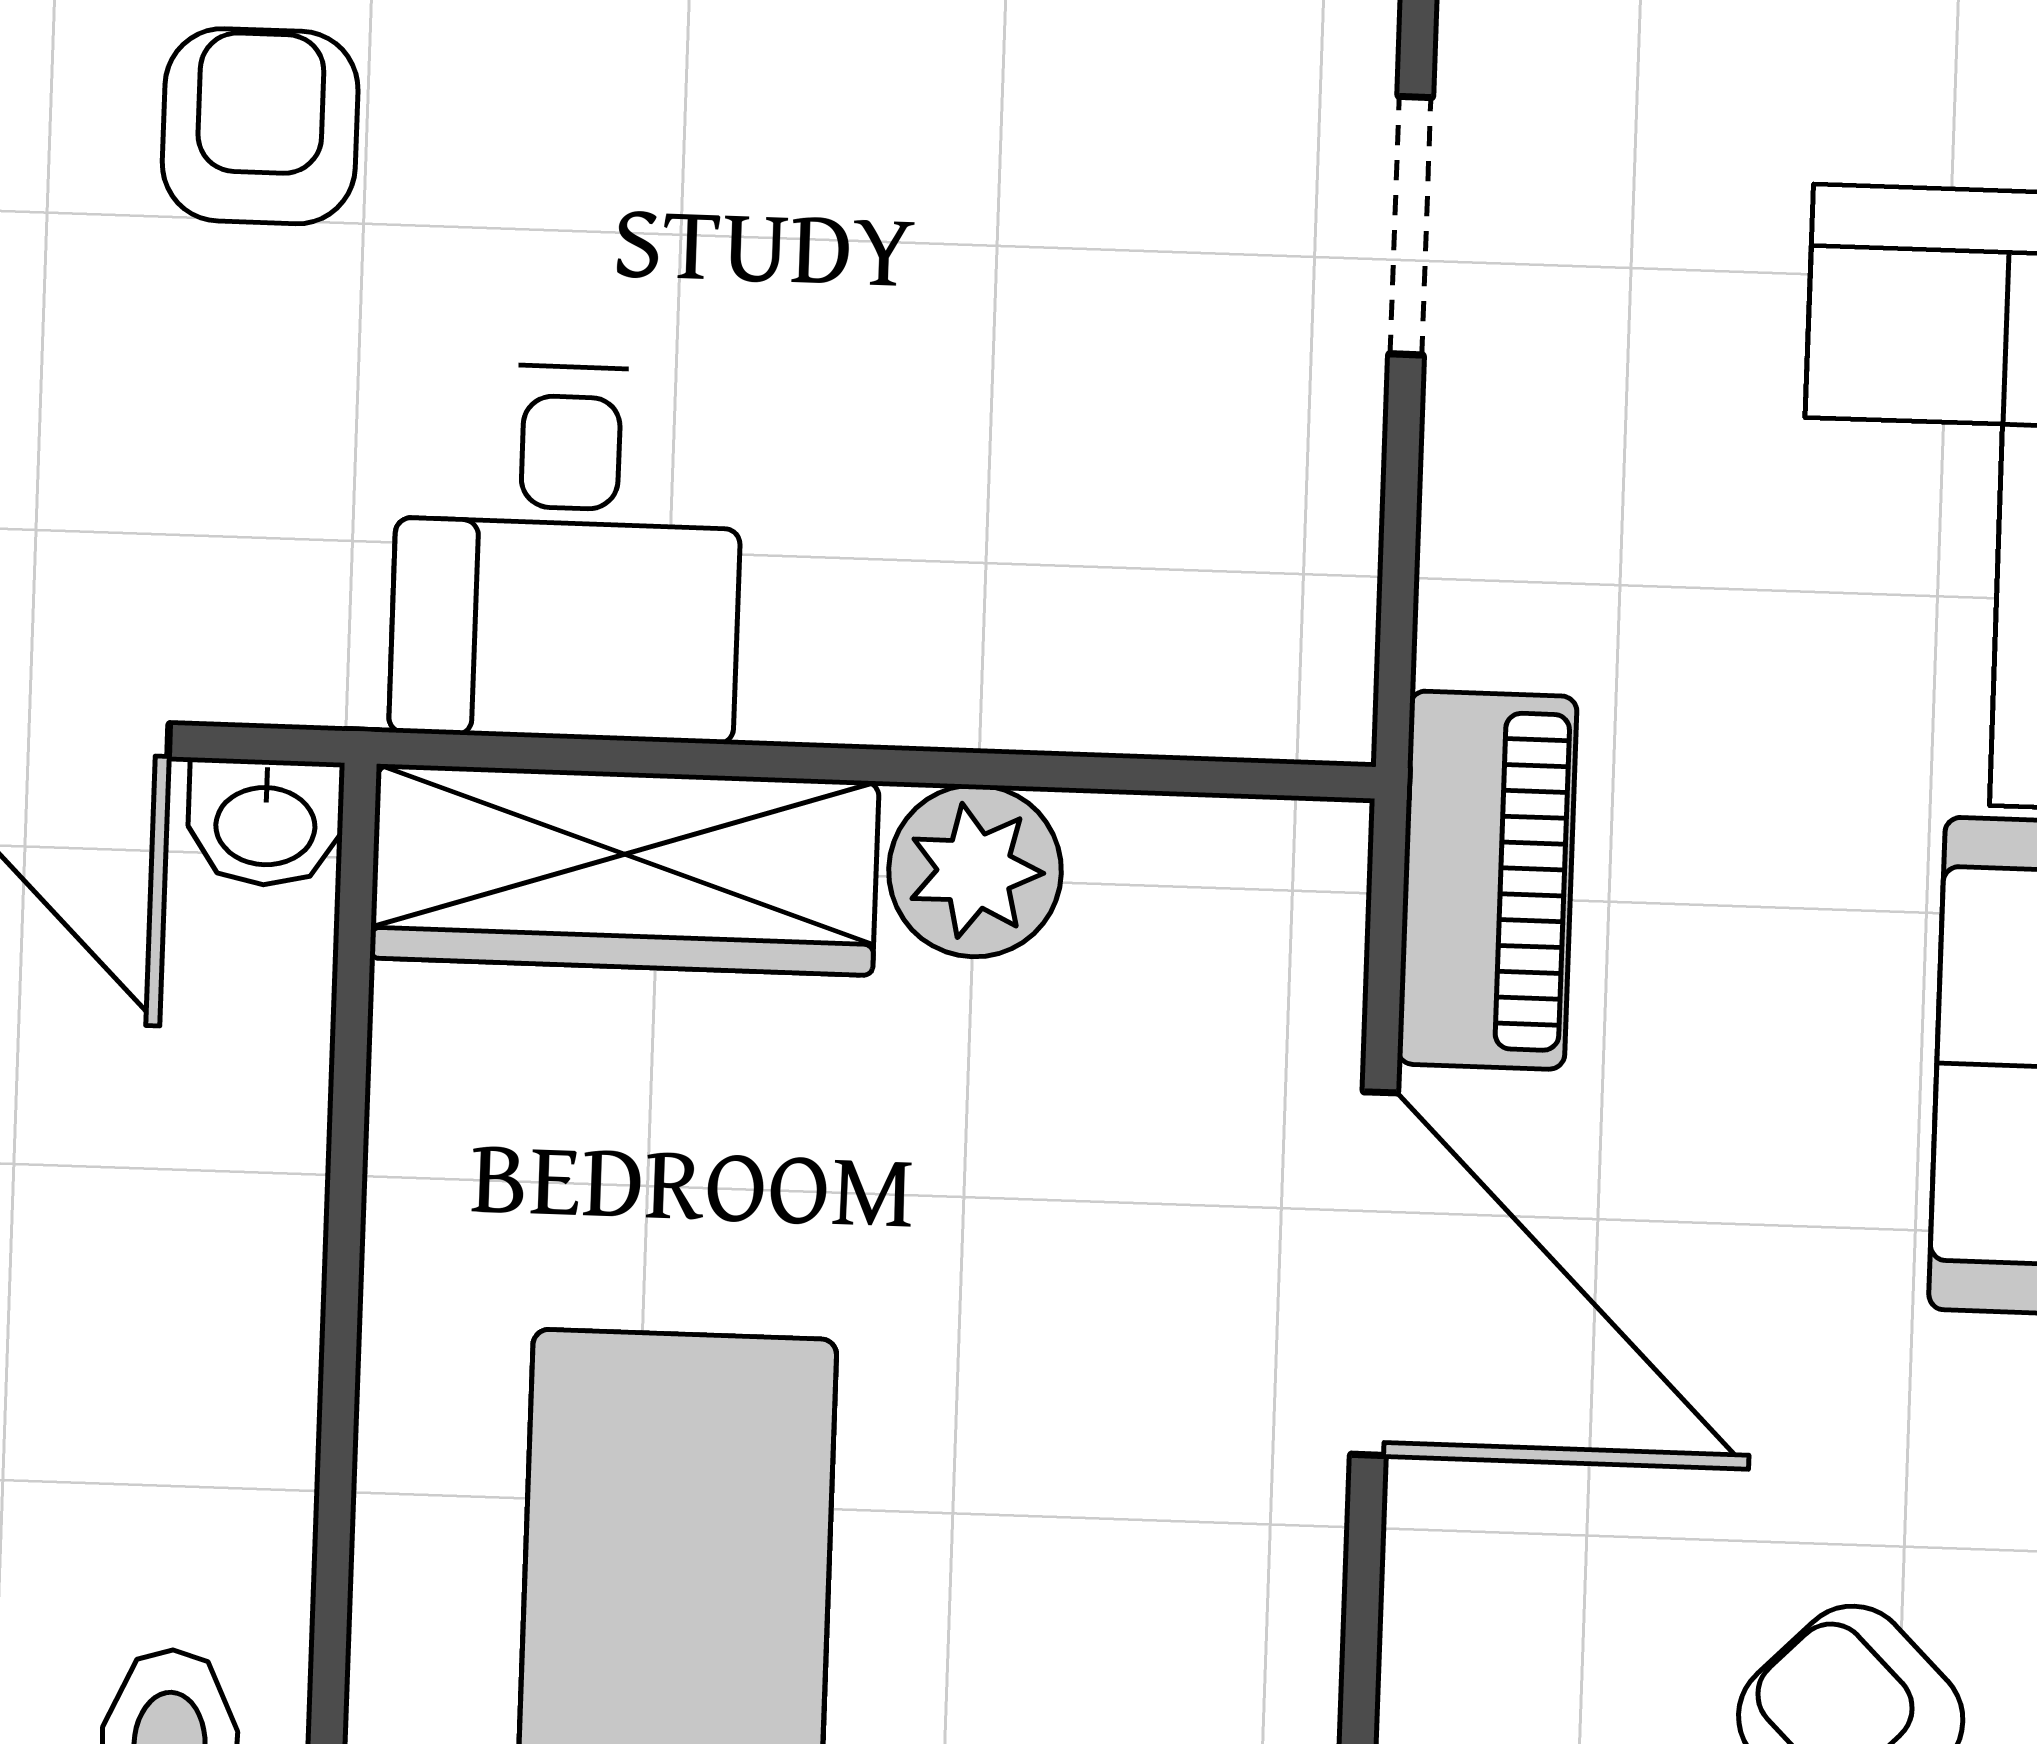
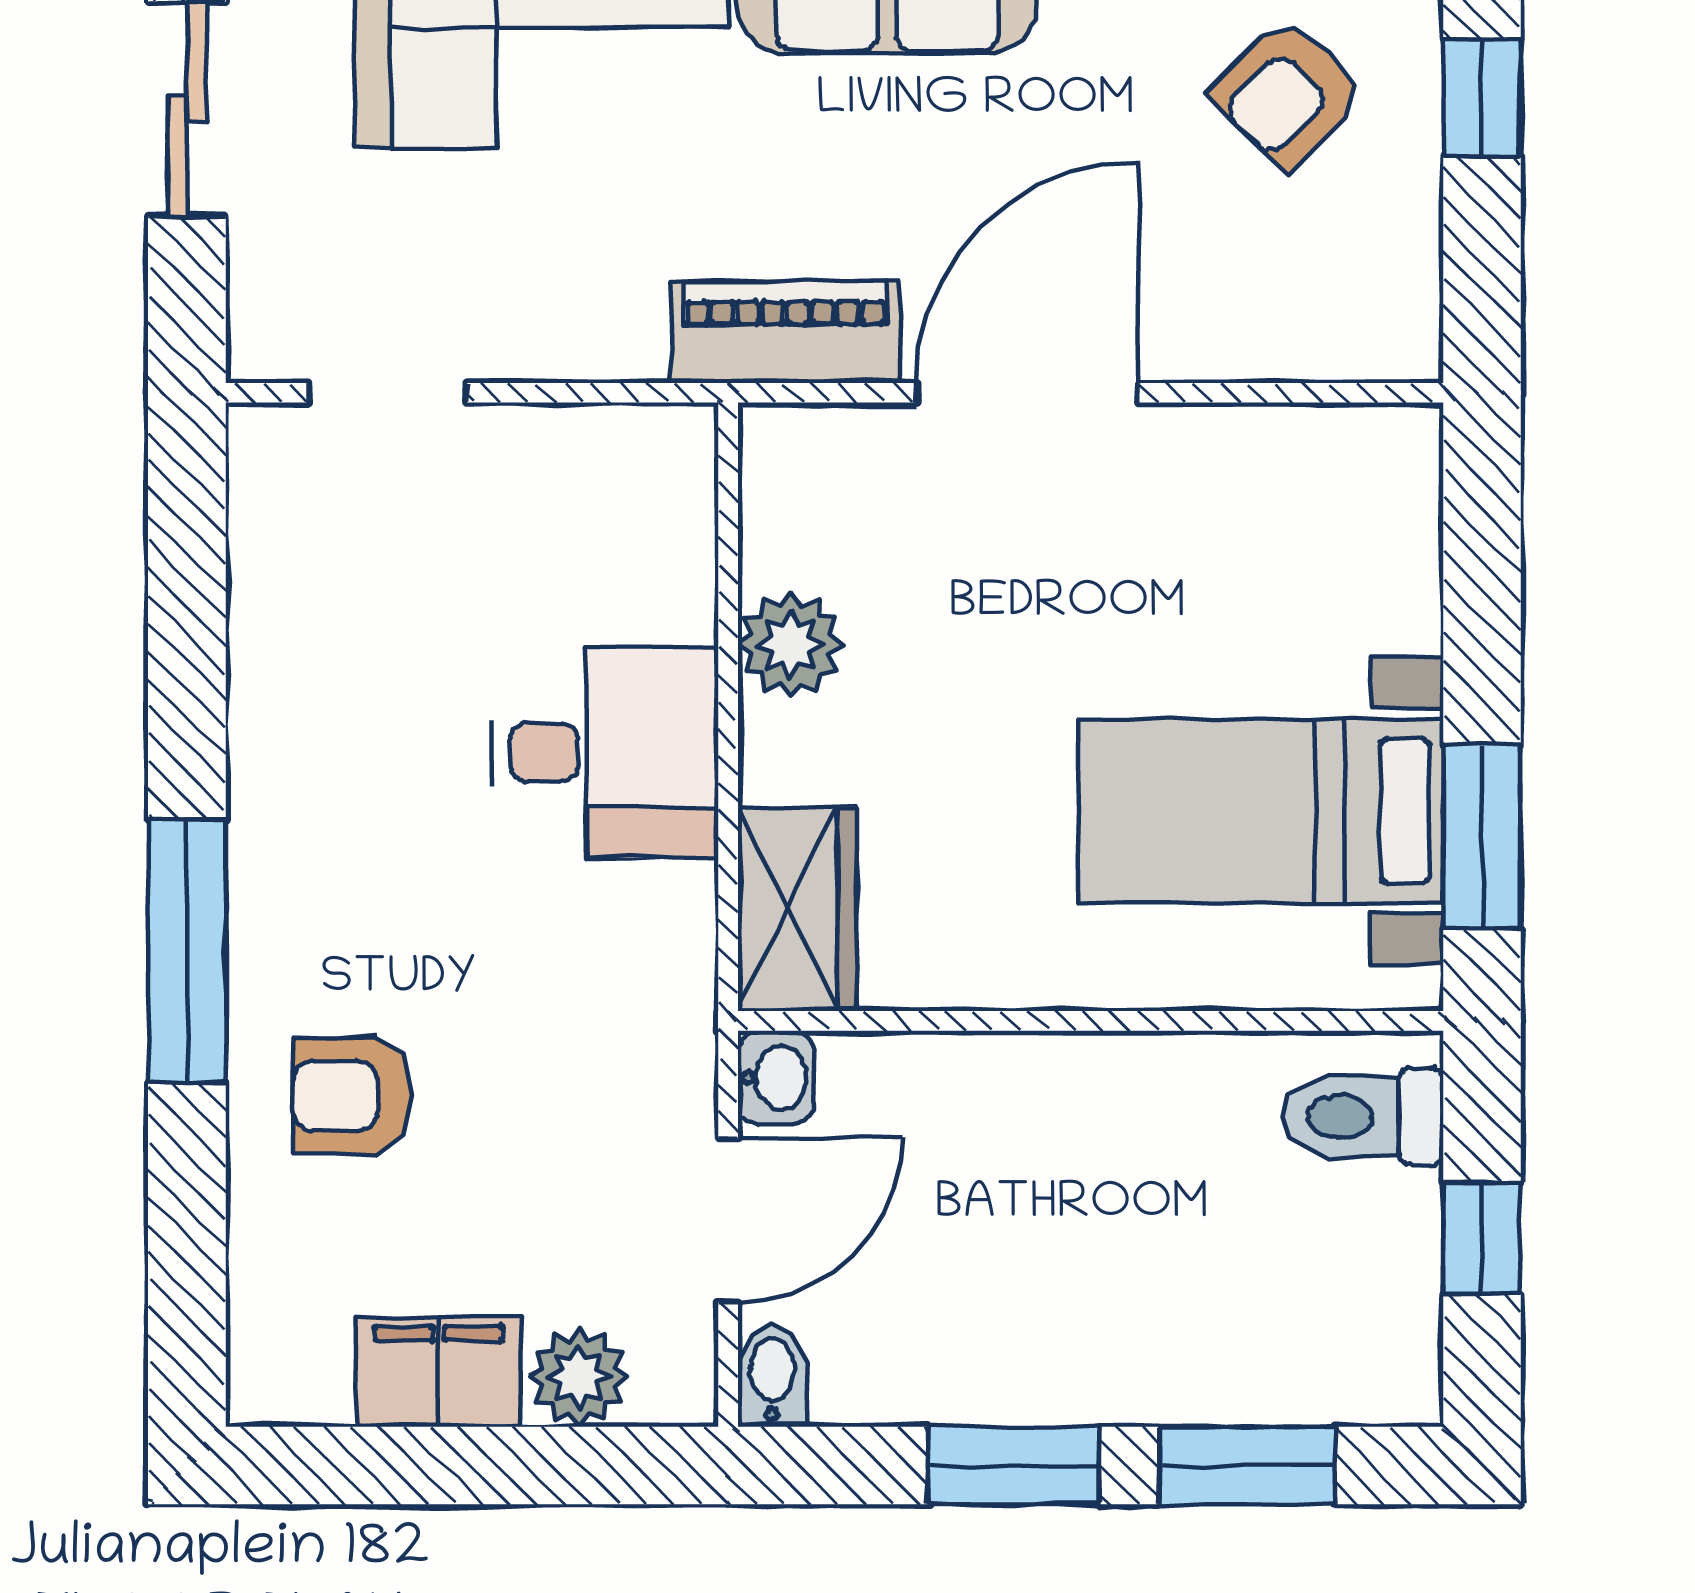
desk: (567, 553) -> (605, 752), moved
wardrobe: (624, 870) -> (797, 909), width x0.67

